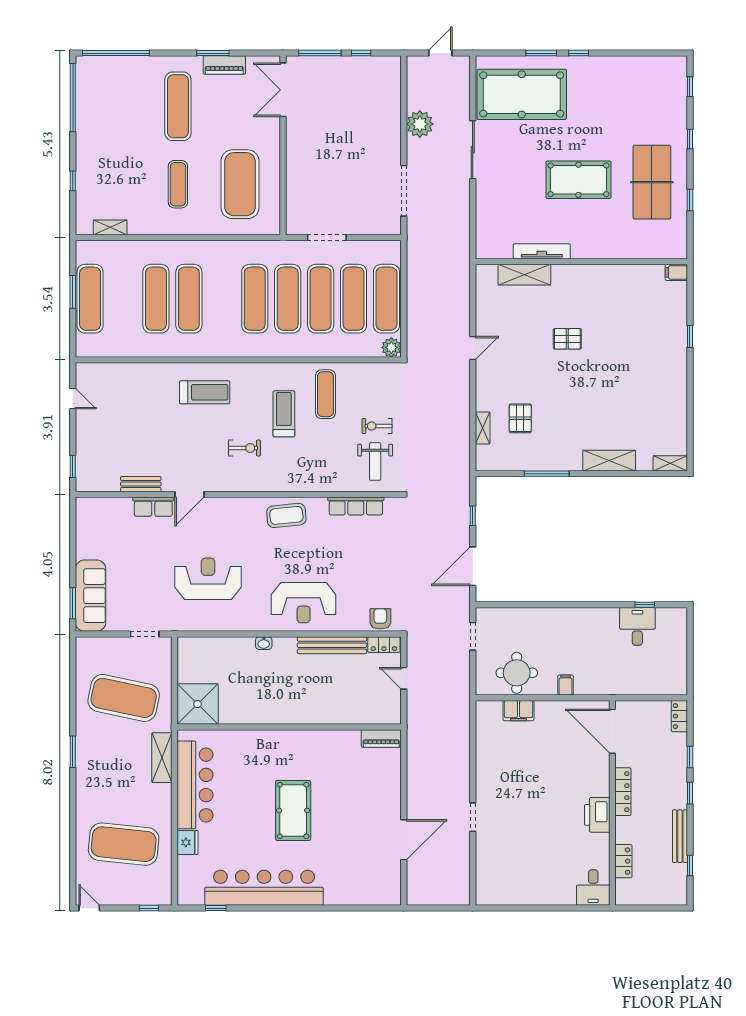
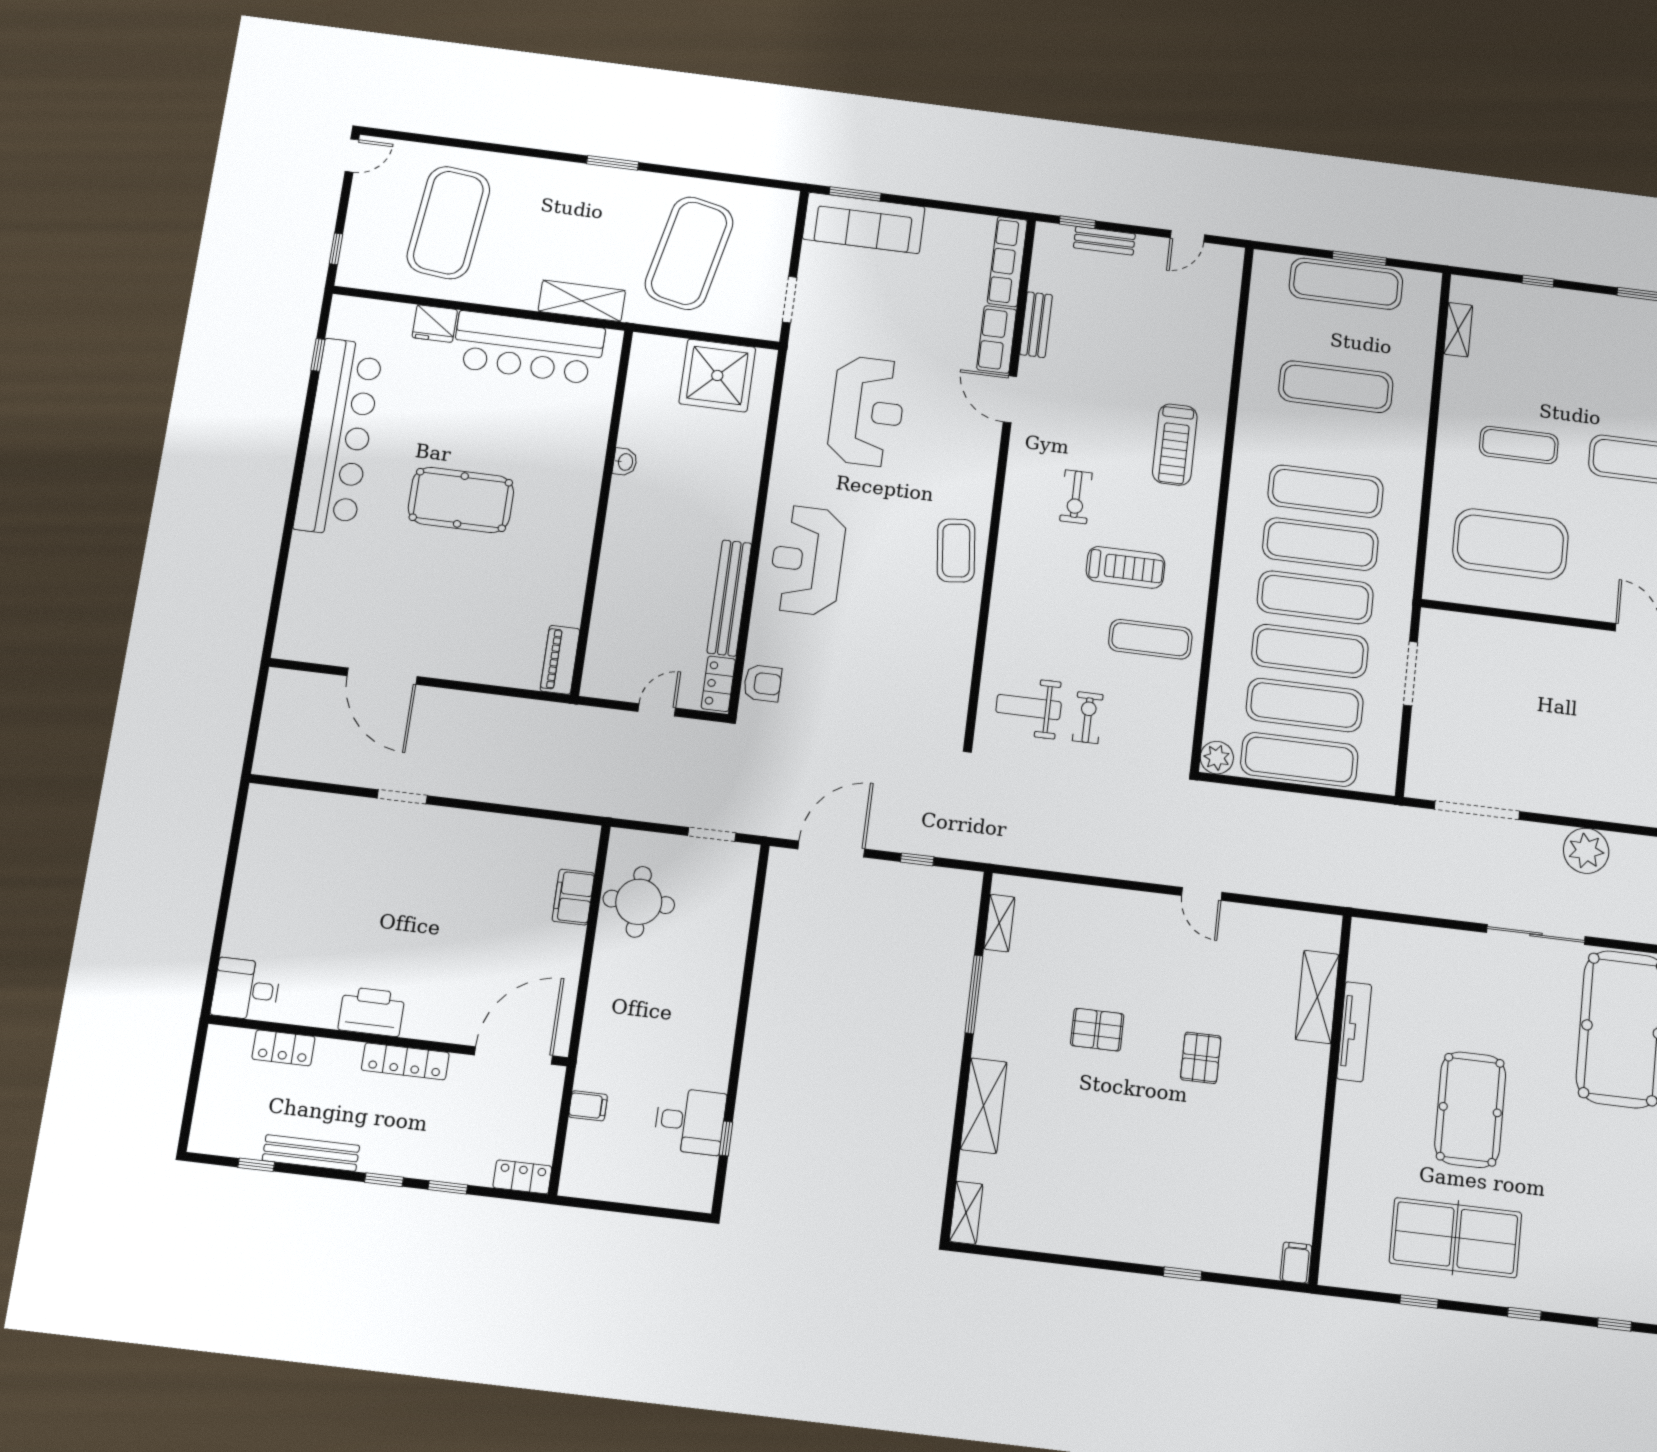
exercise mat: (189, 299) -> (1326, 491), moved
pallet: (520, 418) -> (1097, 1030), moved
shelving: (483, 428) -> (999, 923), moved, turned 90
bench: (82, 449) -> (1104, 241), added
row of seats: (356, 506) -> (1007, 262), moved
door: (473, 566) -> (831, 849), hinge flipped
washbasin: (264, 643) -> (625, 462), moved, turned 180
filing cabinet: (566, 685) -> (588, 1106), moved
shower: (198, 704) -> (717, 375), moved

